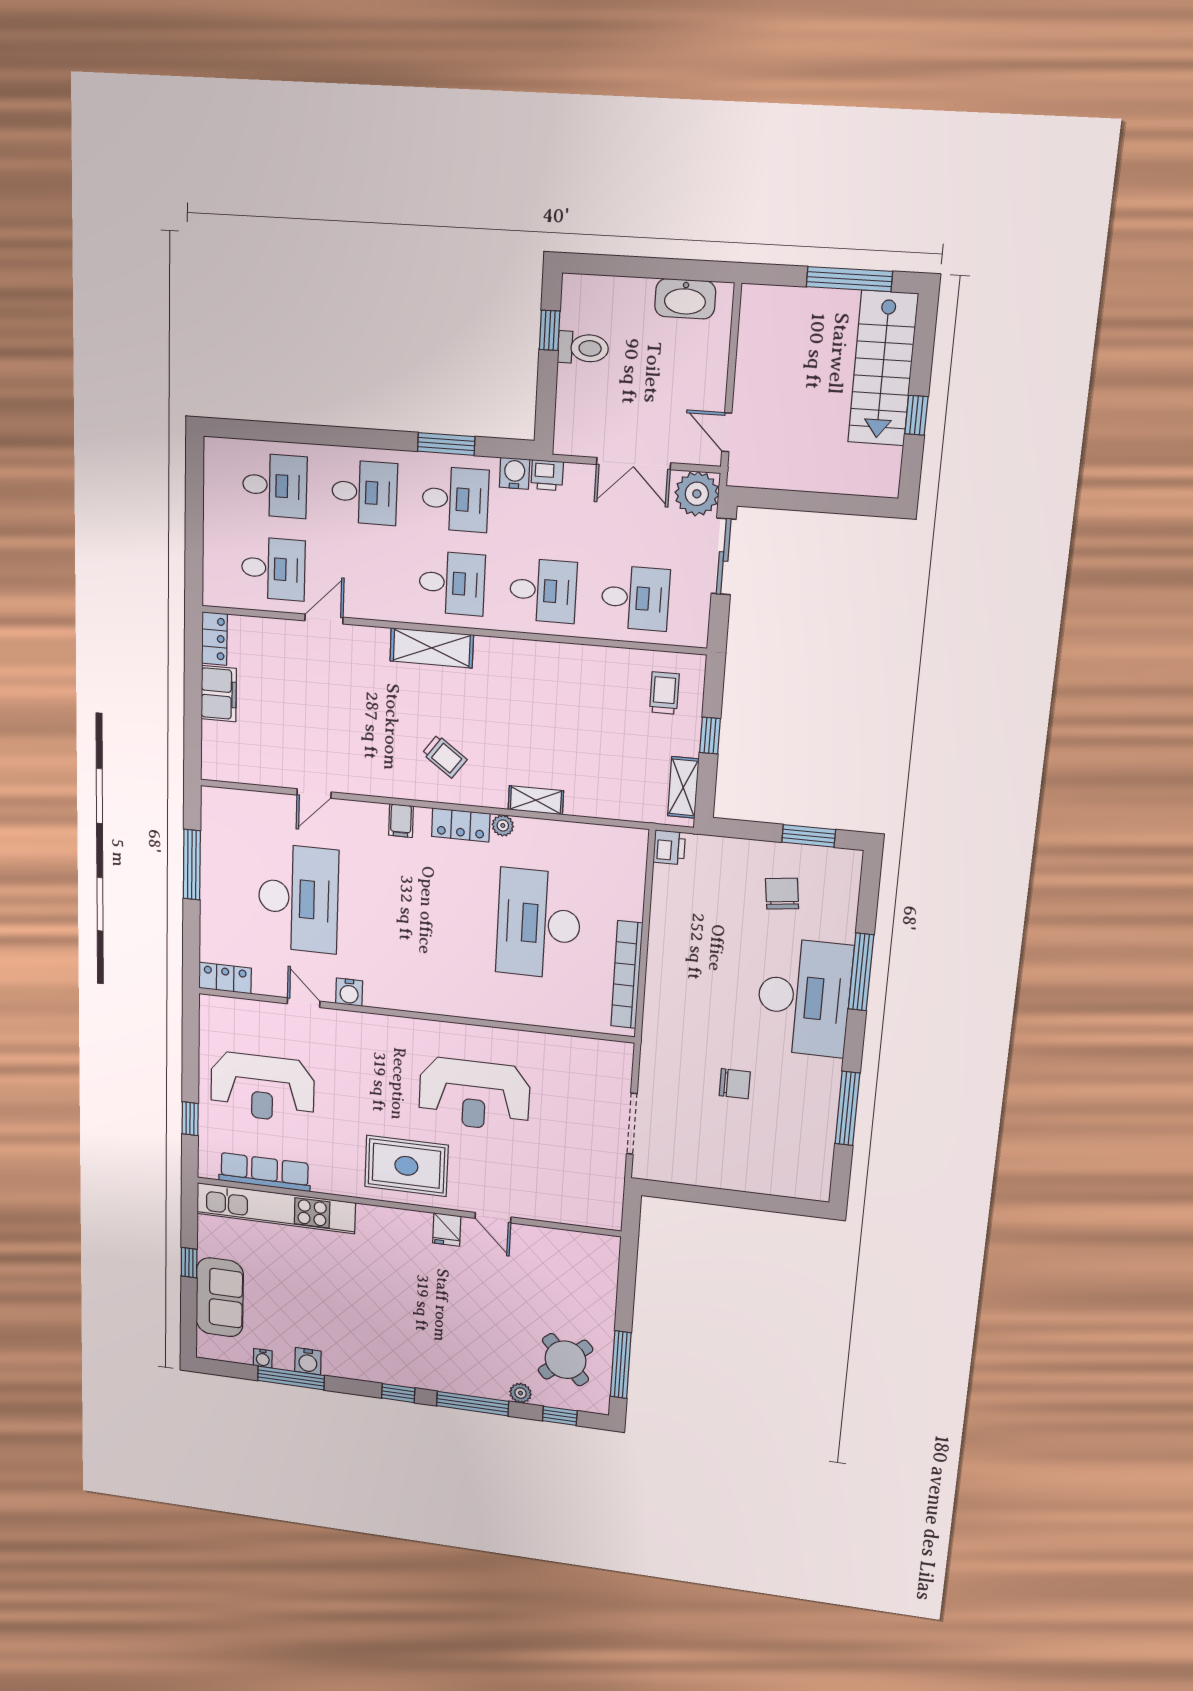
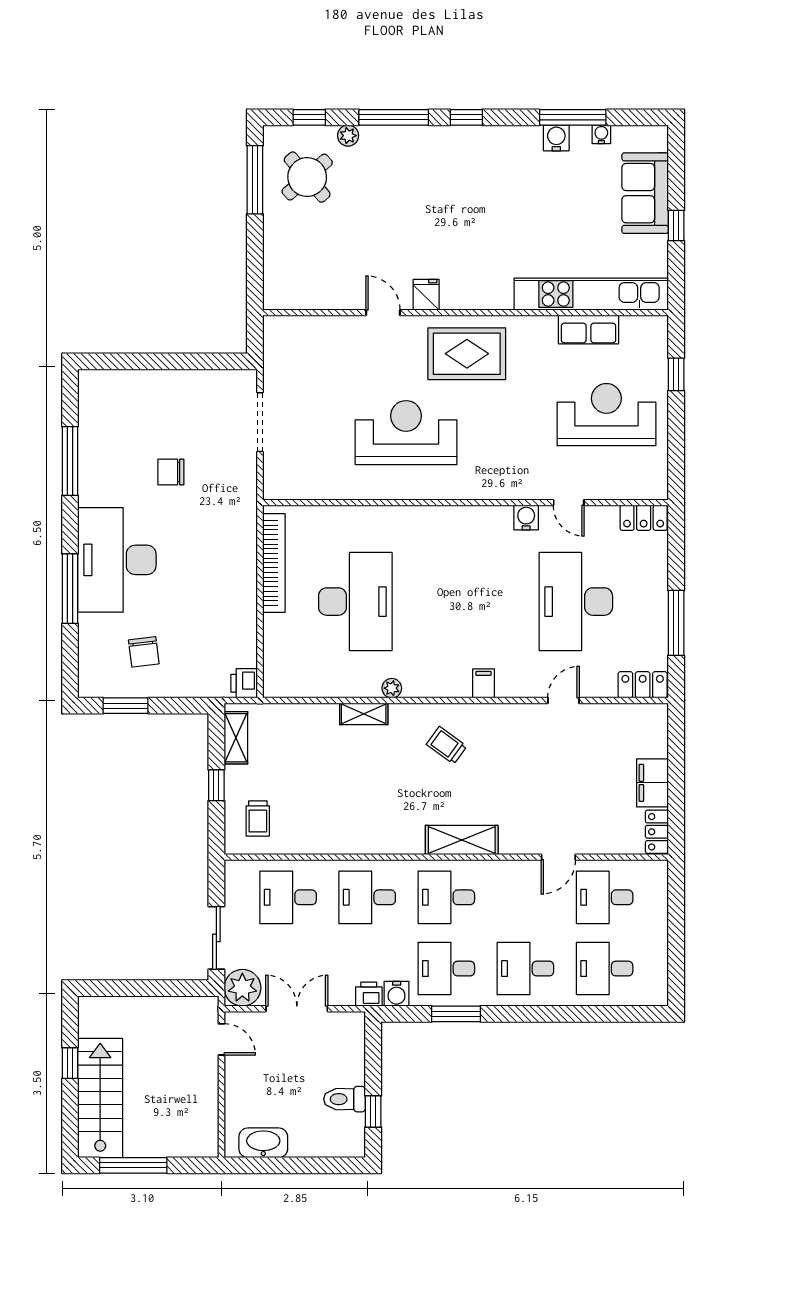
locker: (461, 825) -> (643, 685), moved
row of seats: (264, 1172) -> (589, 330), width x0.68

